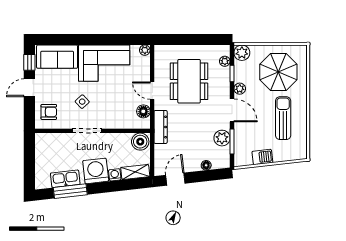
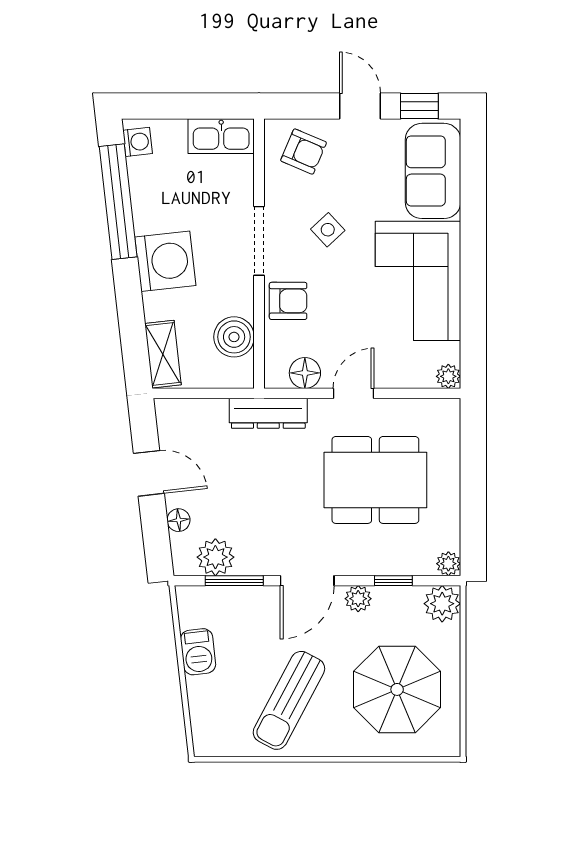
plant: (225, 61) -> (448, 564), moved
armchair: (49, 112) -> (304, 152), turned -67
sun lounger: (283, 118) -> (289, 700), turned 118
armchair: (113, 119) -> (288, 301), added
plant: (222, 138) -> (215, 557), moved
boiler: (140, 142) -> (234, 337), moved
washing machine: (115, 175) -> (138, 142), moved
kitchen sink: (65, 179) -> (221, 136), moved, turned 96
door: (175, 179) -> (149, 473), moved
window: (70, 191) -> (118, 202), width x1.46

